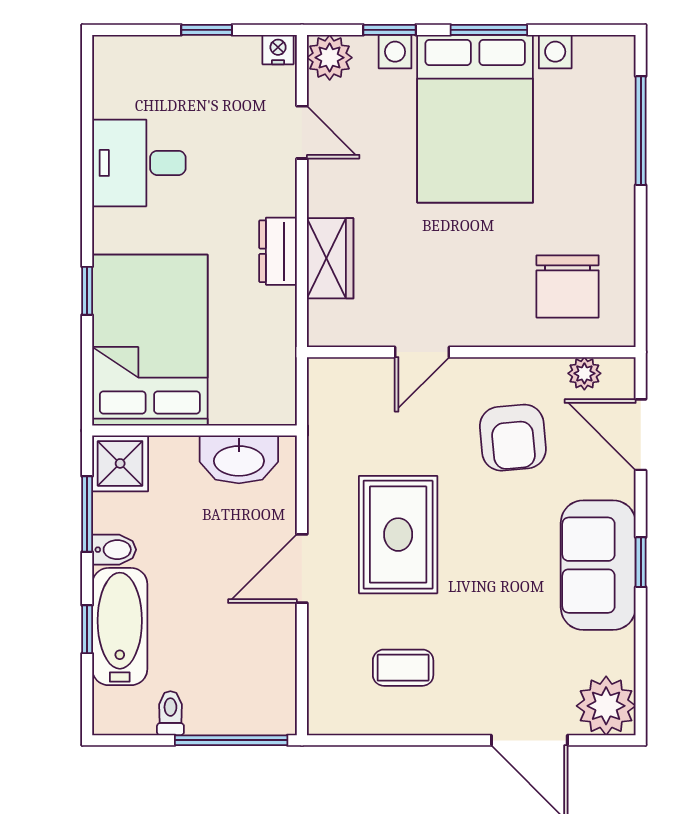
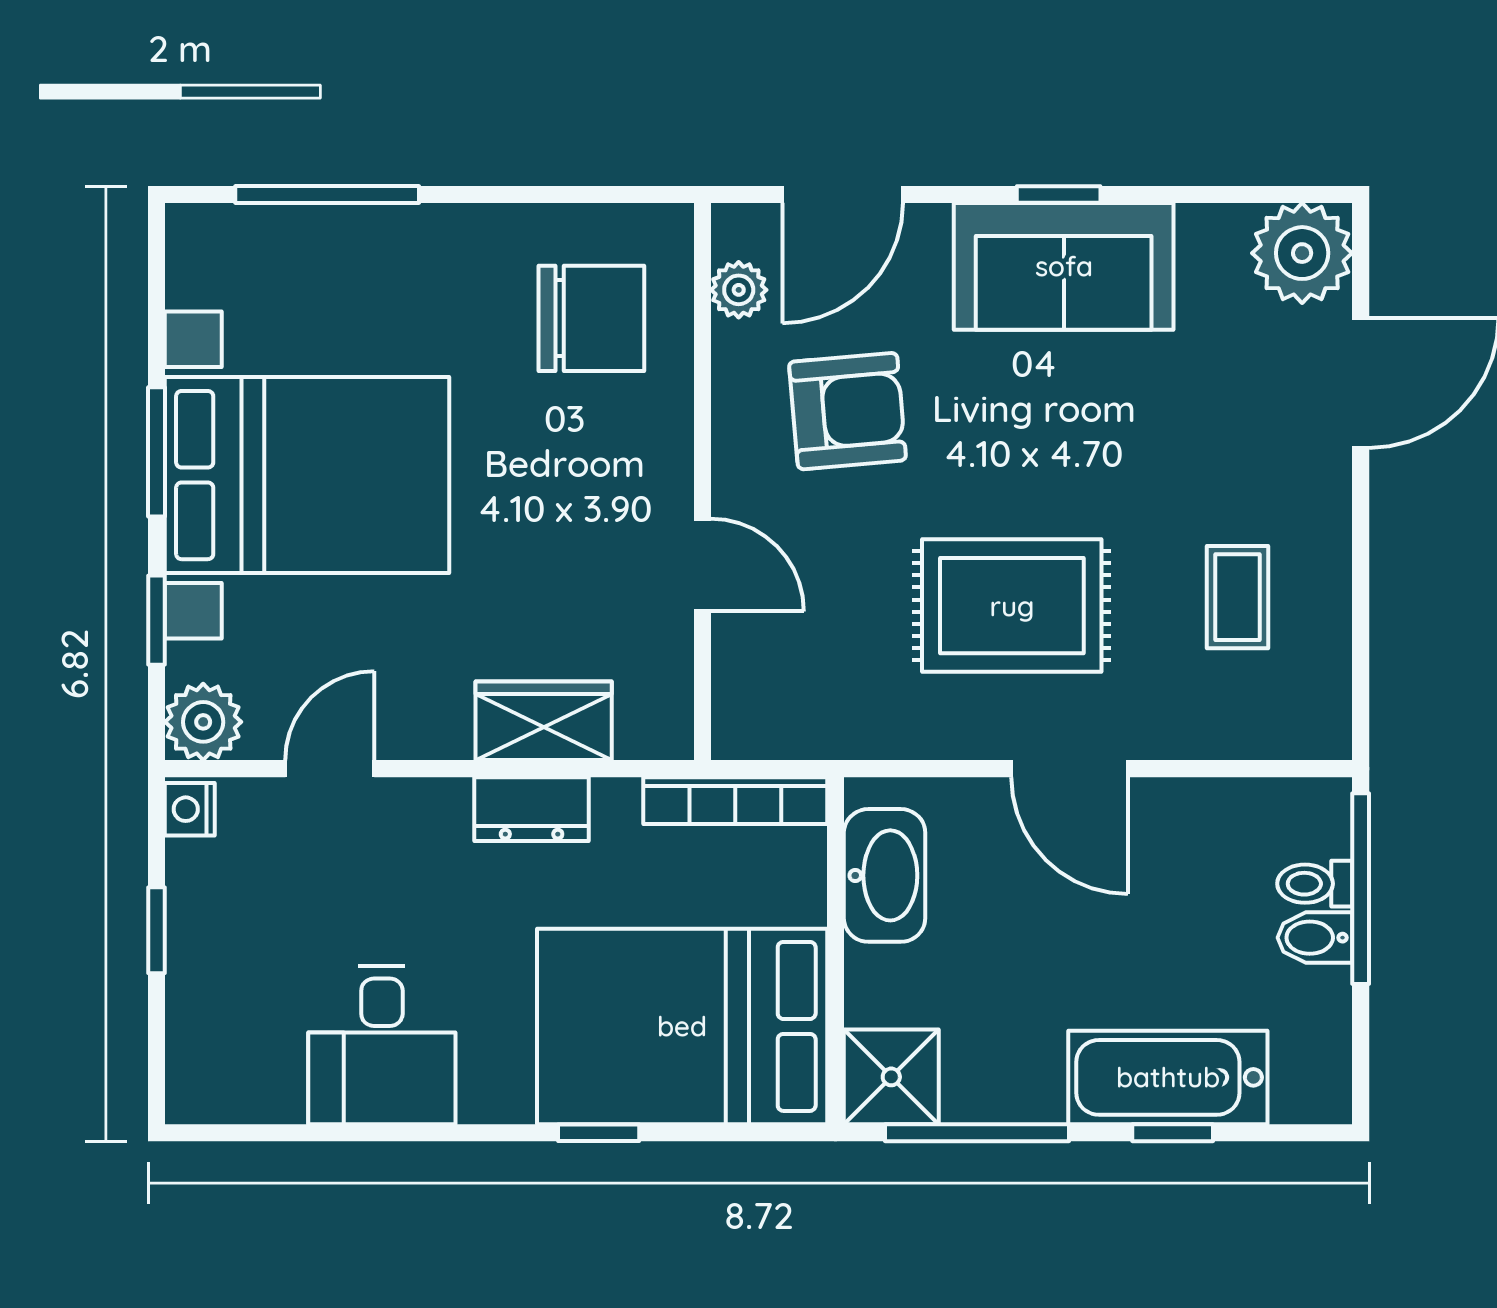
bookcase: (283, 371) -> (735, 801), added
window: (87, 514) -> (977, 1133), width x1.44
bidet: (114, 550) -> (1315, 938), moved, turned -90
toilet: (170, 713) -> (1315, 884), moved

